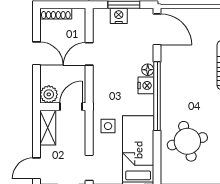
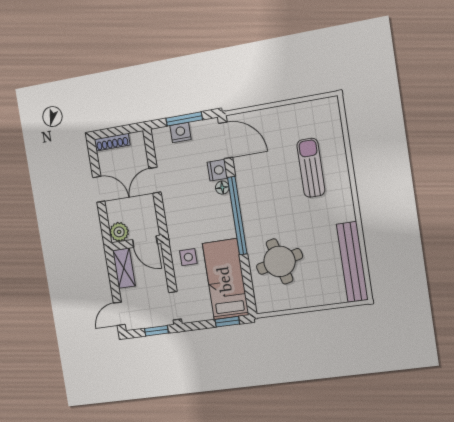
nightstand: (146, 85) -> (217, 170), moved
door: (71, 107) -> (145, 242), swing flipped

